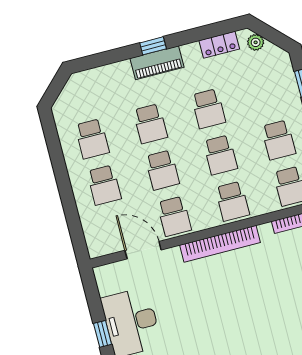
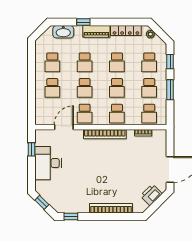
locker: (219, 45) -> (126, 30), width x1.53
window: (153, 46) -> (83, 22), moved
washbasin: (98, 79) -> (63, 32), added
school desk: (267, 94) -> (149, 62), added
door: (143, 250) -> (64, 127), hinge flipped
window: (103, 334) -> (32, 149), moved

